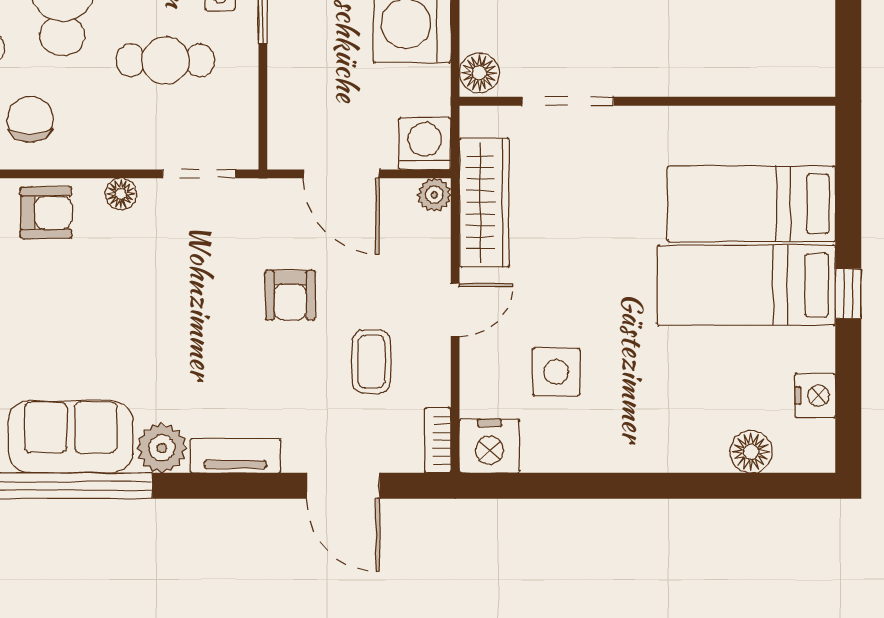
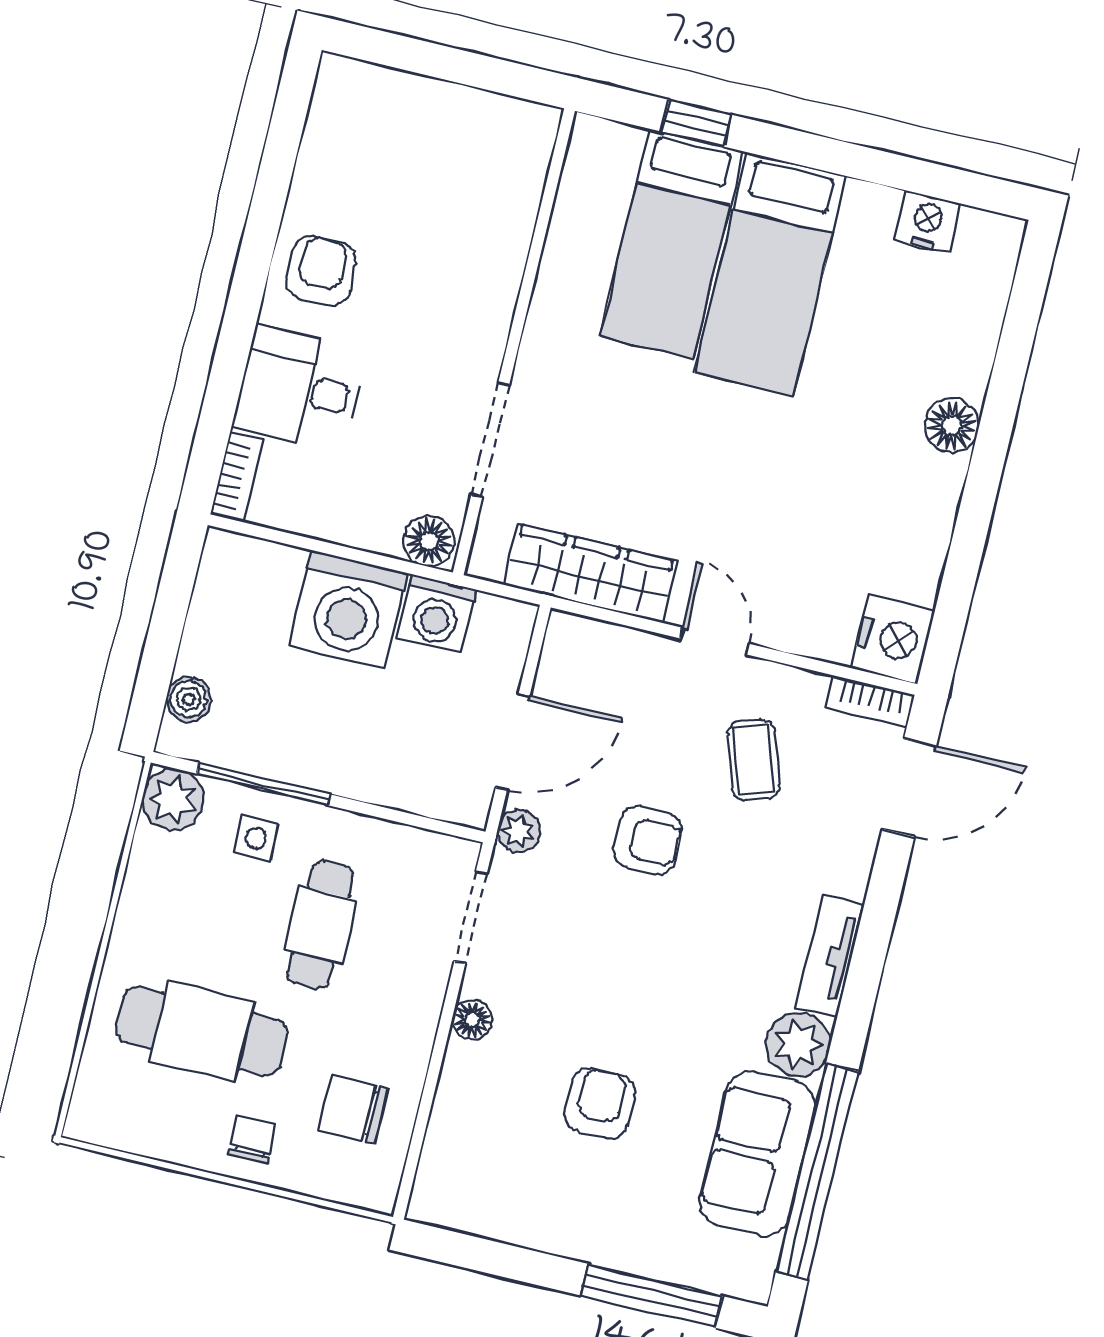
washing machine: (425, 144) -> (436, 614), moved, turned -90
plant: (434, 195) -> (519, 831), moved
armchair: (46, 213) -> (600, 1103), moved
window: (848, 294) -> (696, 123), moved
coffee table: (371, 361) -> (753, 760), turned 72
side table: (556, 372) -> (821, 535), removed
floor lamp: (751, 452) -> (952, 425), moved
door: (343, 486) -> (909, 788), moved

